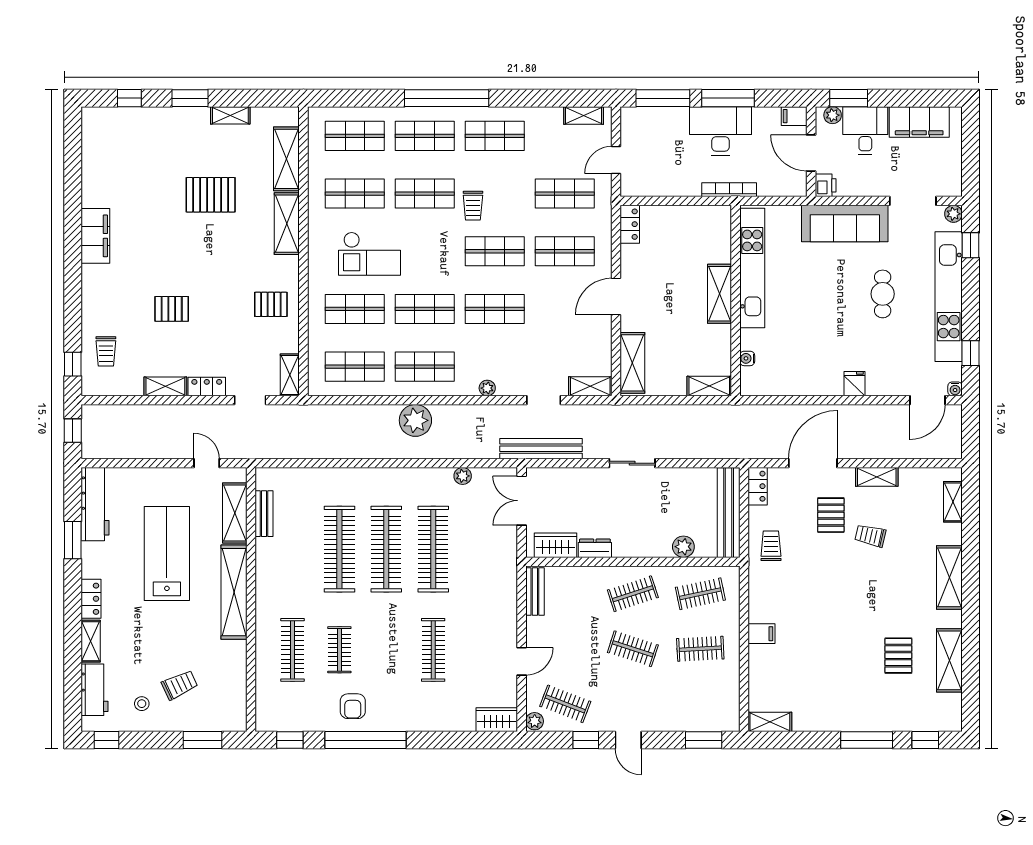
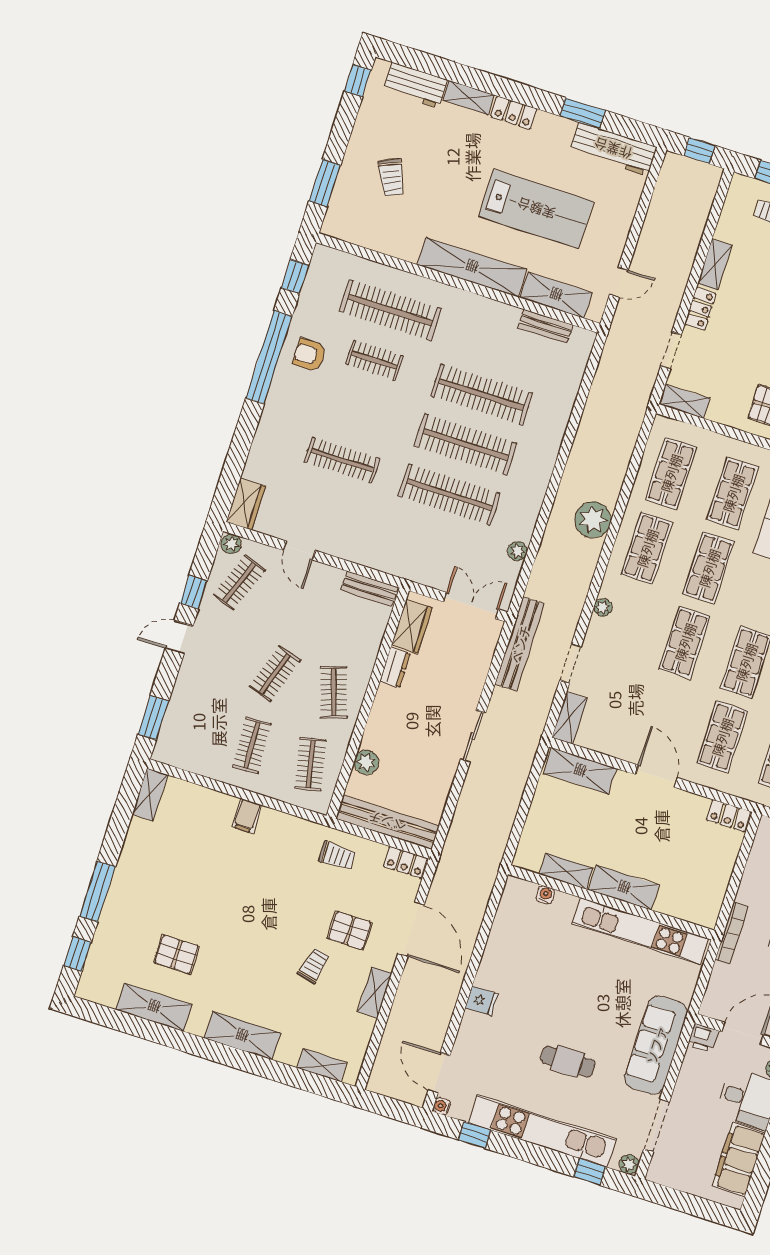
shelving: (709, 386) -> (566, 871), moved, turned 90
clothes rail: (293, 650) -> (390, 310), width x1.37, depth x1.31
stool: (142, 704) -> (384, 131), removed

